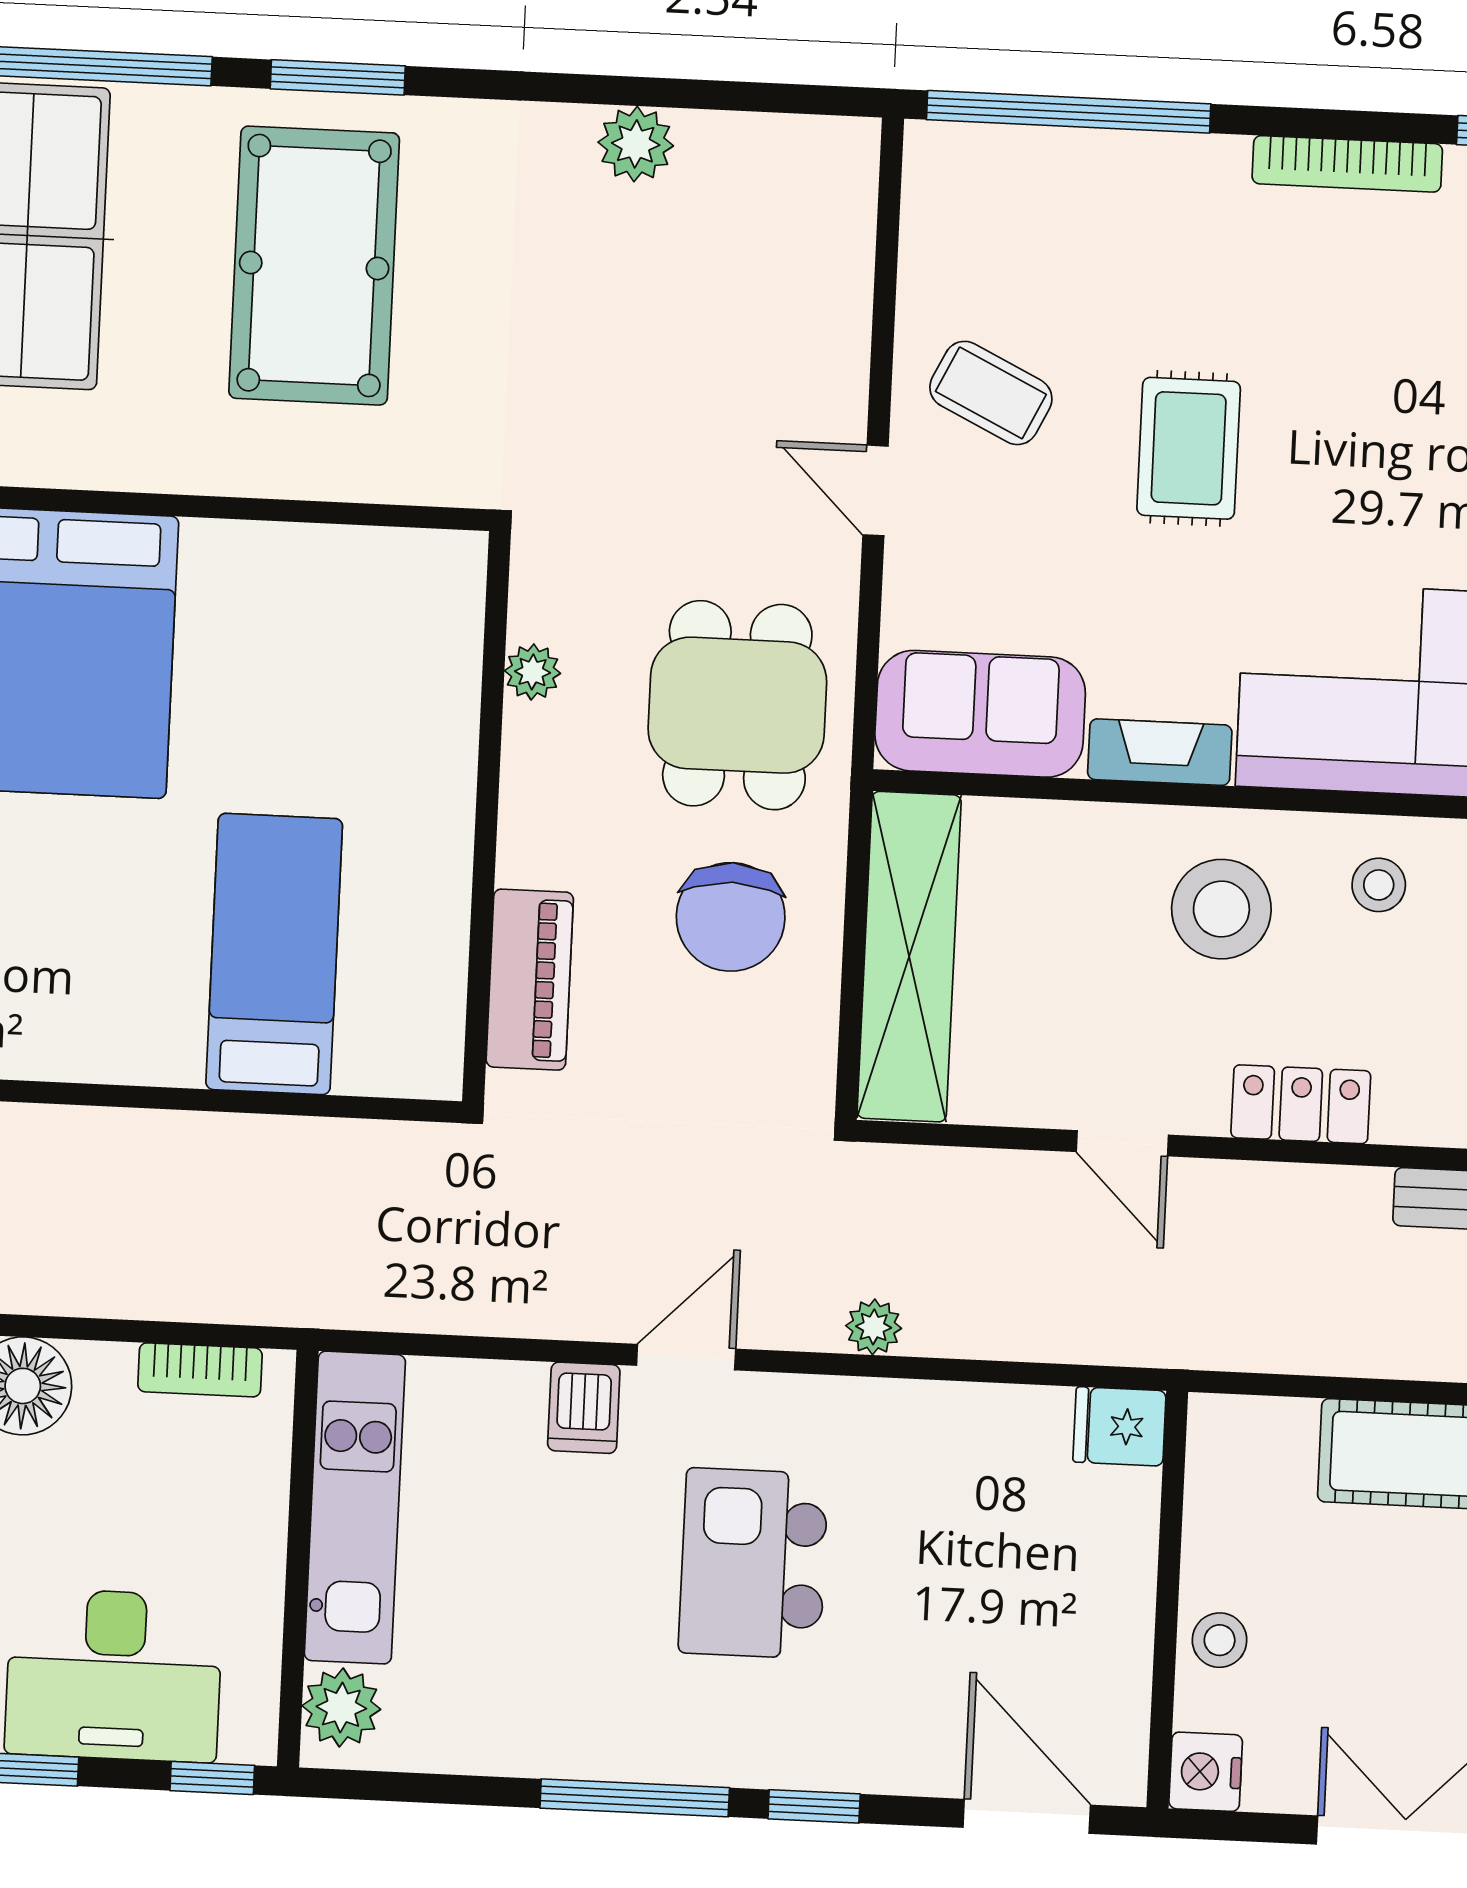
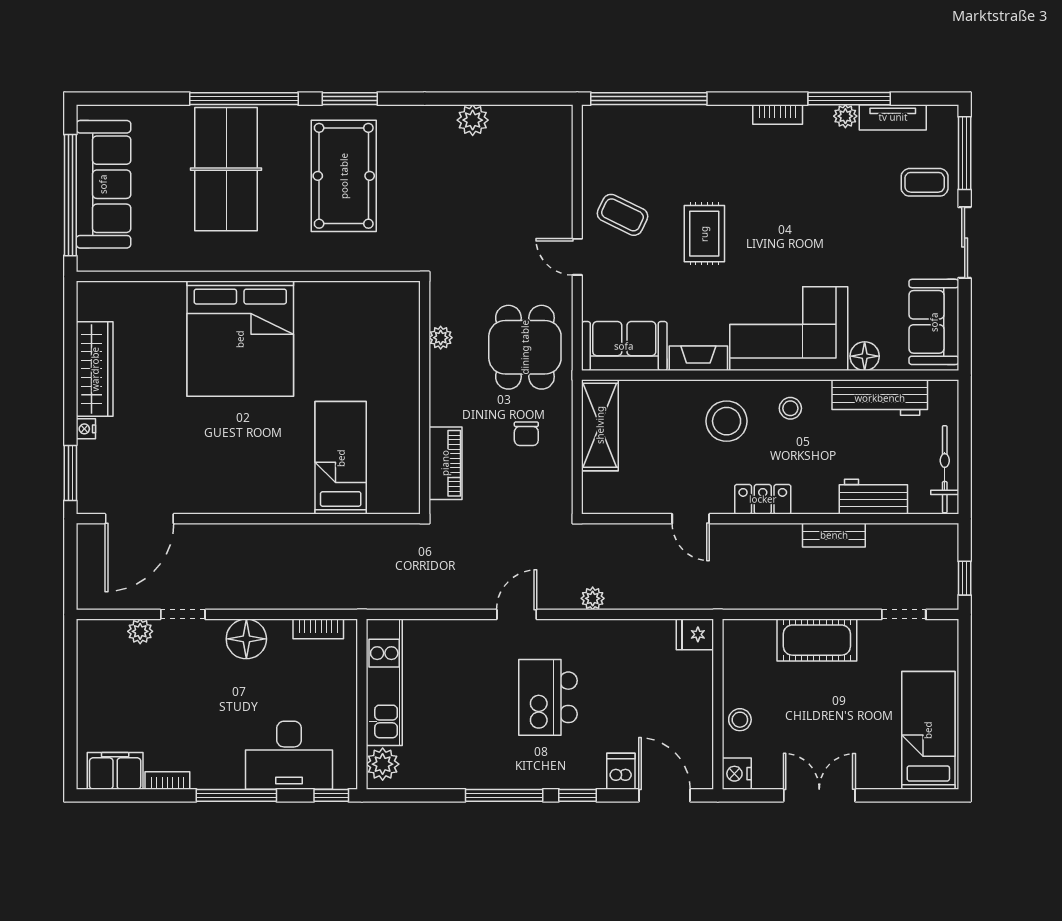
bookcase: (1347, 164) -> (778, 114), width x0.64
chair: (731, 917) -> (526, 434), width x0.54, depth x0.54
shelving: (909, 957) -> (600, 425), width x0.68
dishwasher: (584, 1408) -> (621, 771), moved, turned 180

